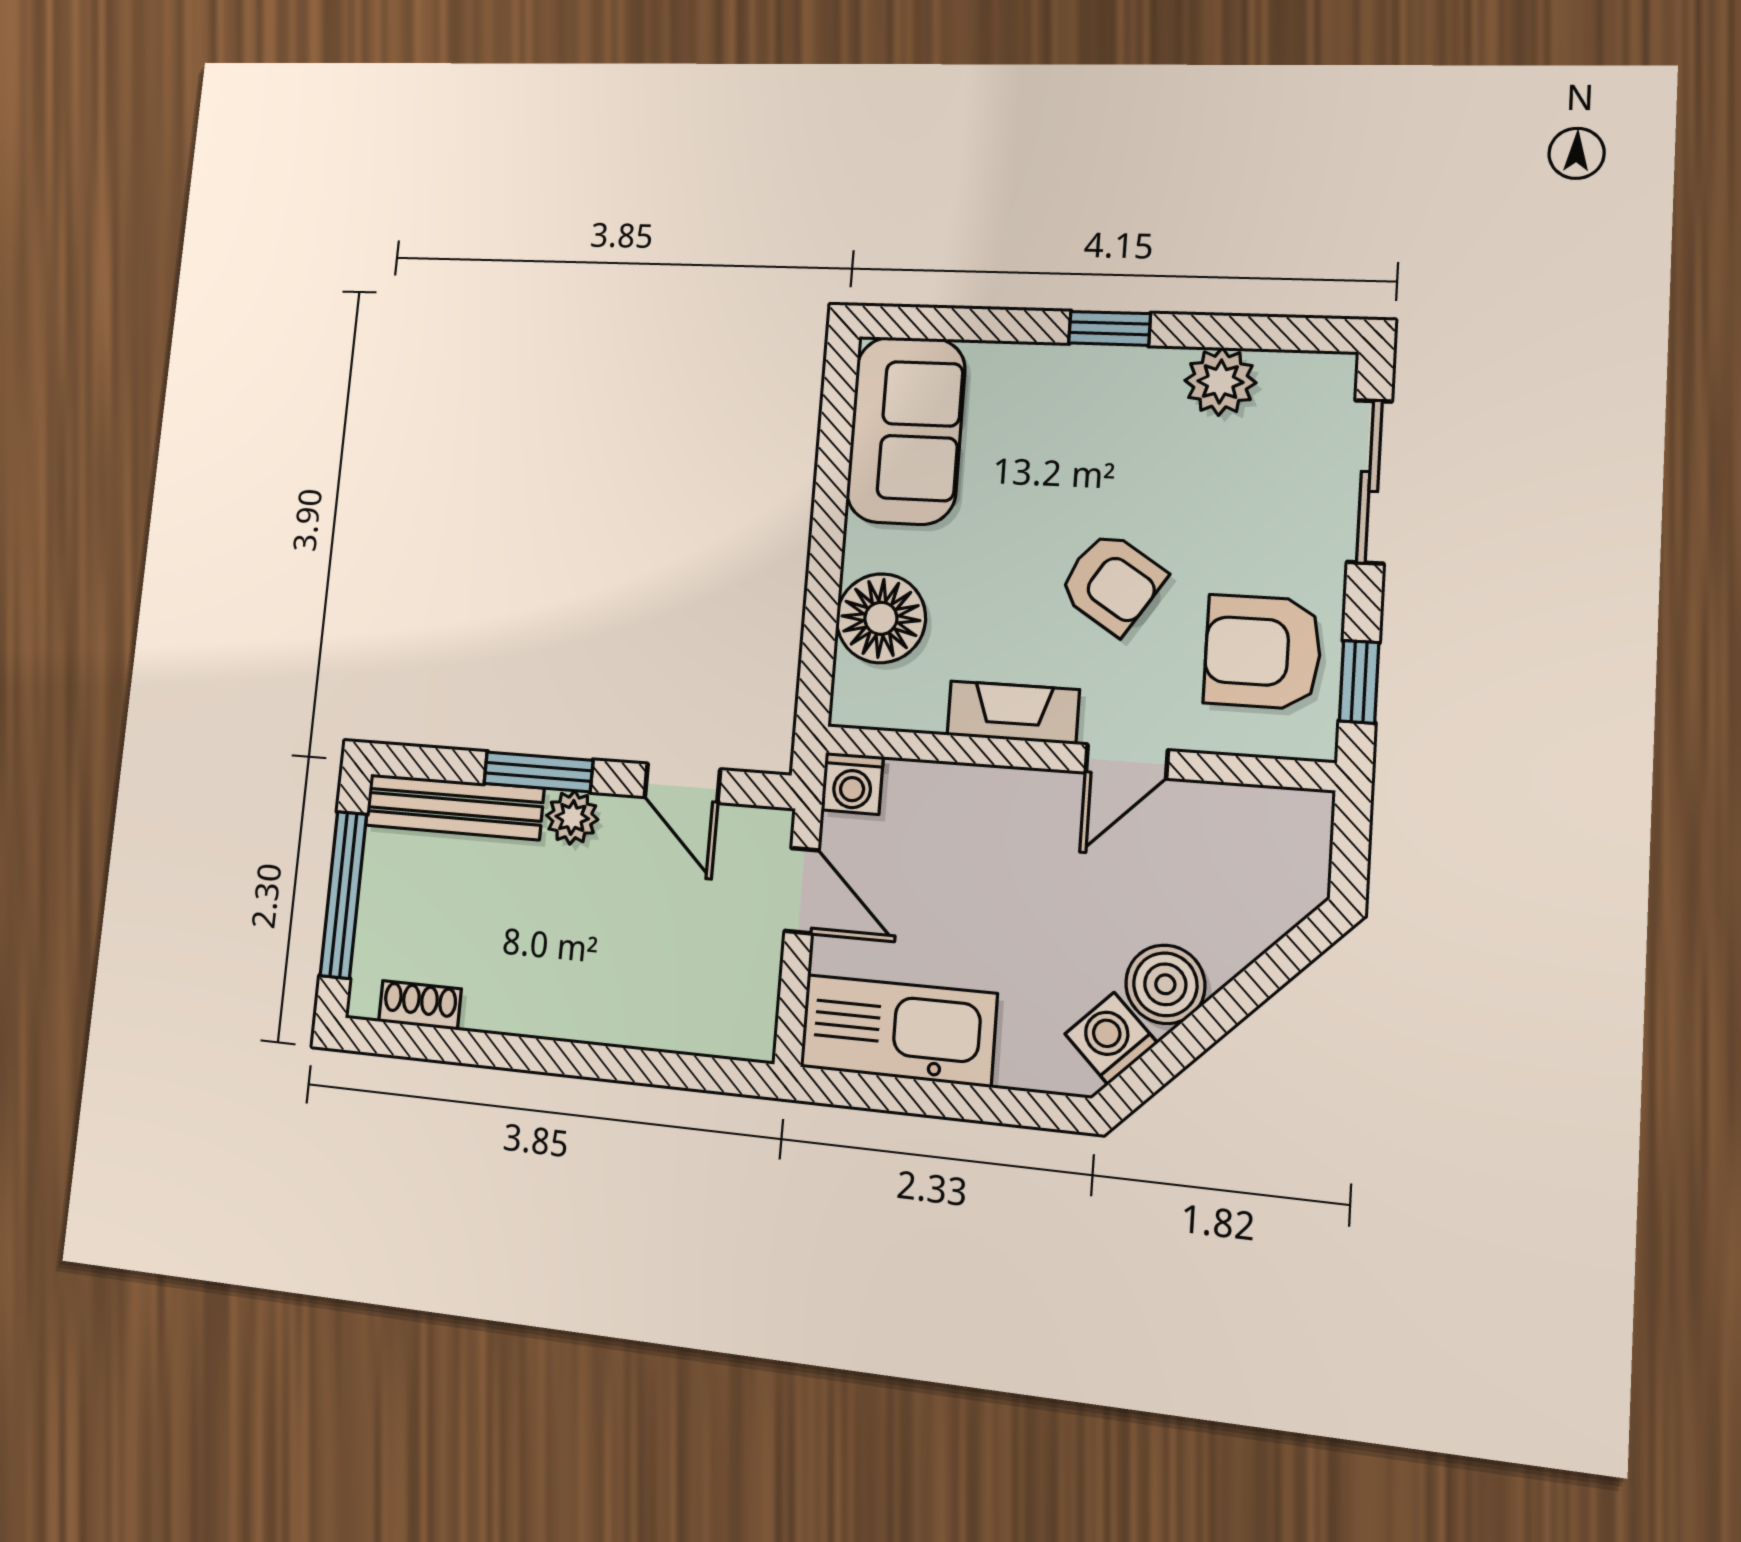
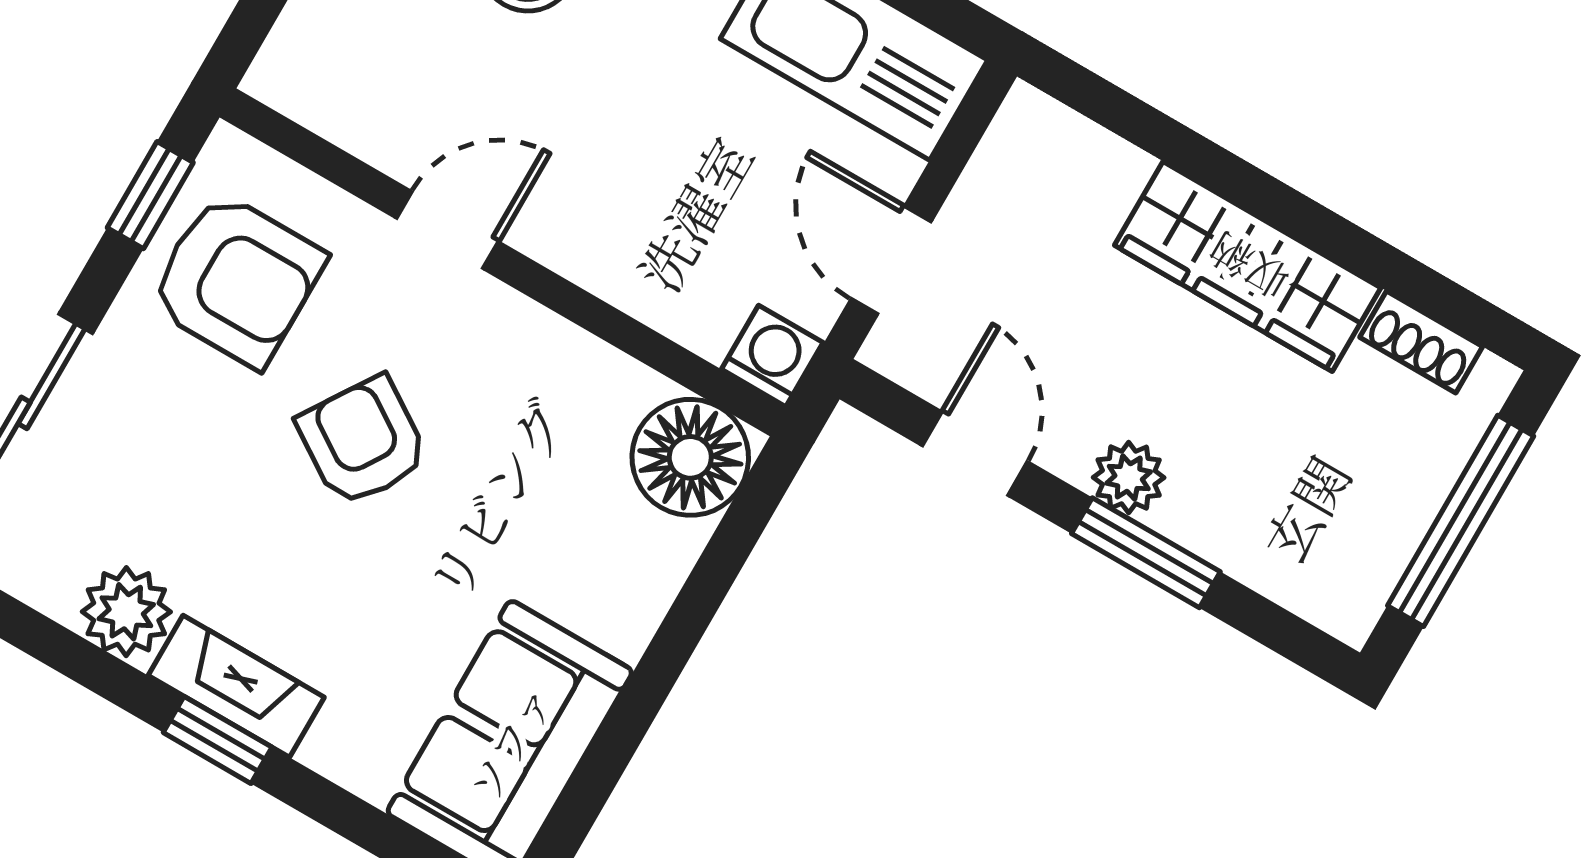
floor lamp: (881, 618) -> (690, 457), moved
fireplace: (1013, 712) -> (236, 686), moved, turned 180
bench: (454, 807) -> (1271, 561), removed
wardrobe: (557, 1003) -> (1248, 267), added

